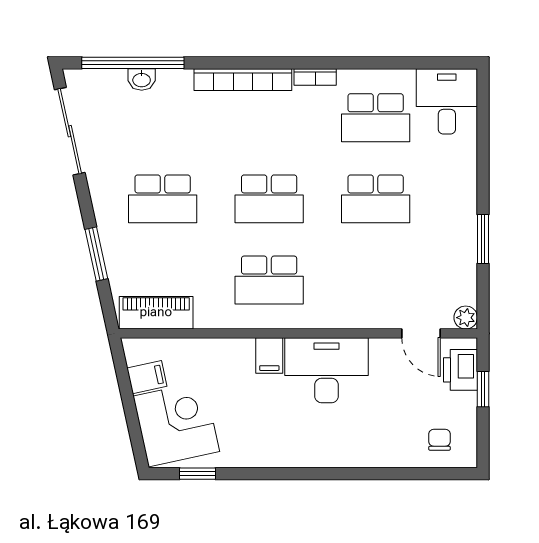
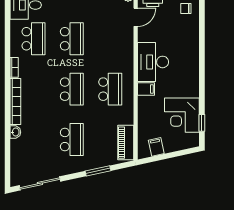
window: (133, 63) -> (8, 154), removed
washbasin: (142, 79) -> (15, 132), moved
corner desk: (176, 424) -> (182, 115), moved, turned -78

